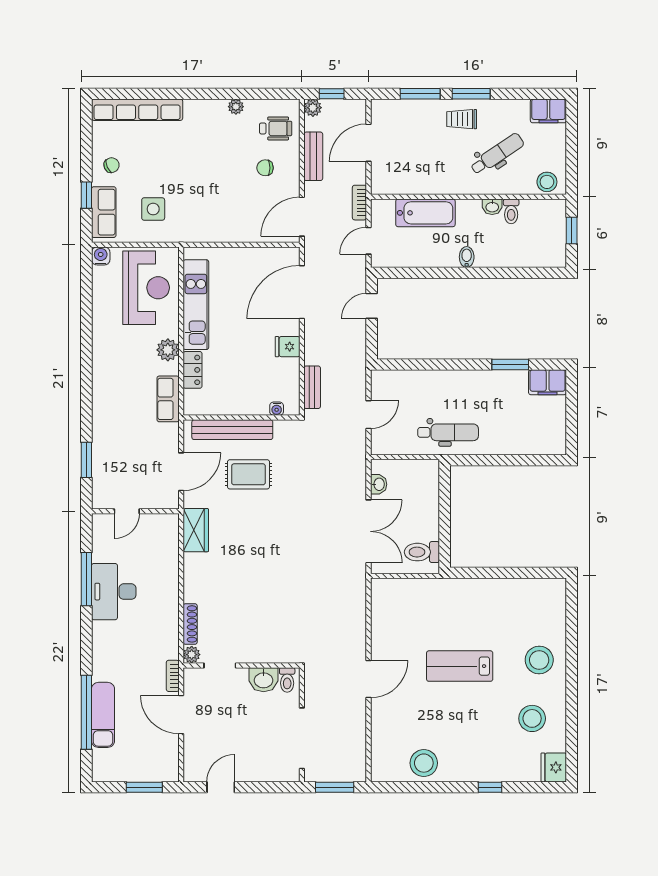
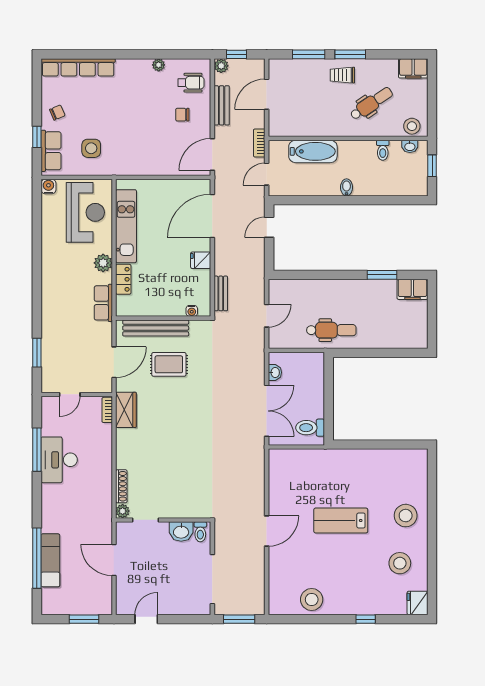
washbasin: (492, 207) -> (410, 146), moved
bookcase: (173, 676) -> (107, 410), moved

